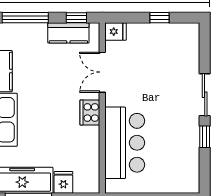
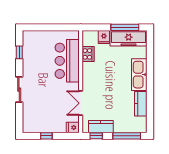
double door: (102, 72) -> (81, 103), swing flipped
cooker: (90, 112) -> (88, 54), moved
window: (205, 137) -> (19, 52), moved

